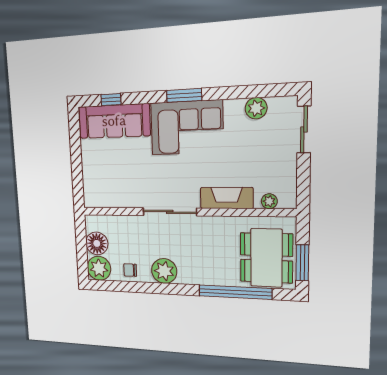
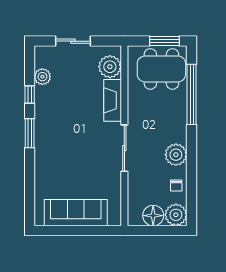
window: (111, 100) -> (30, 95), moved
sofa: (114, 121) -> (76, 213), moved, turned -90
corner sofa: (187, 128) -> (55, 132), removed
sliding door: (304, 130) -> (73, 41), moved
plant: (269, 201) -> (110, 67), width x1.88, depth x1.88

